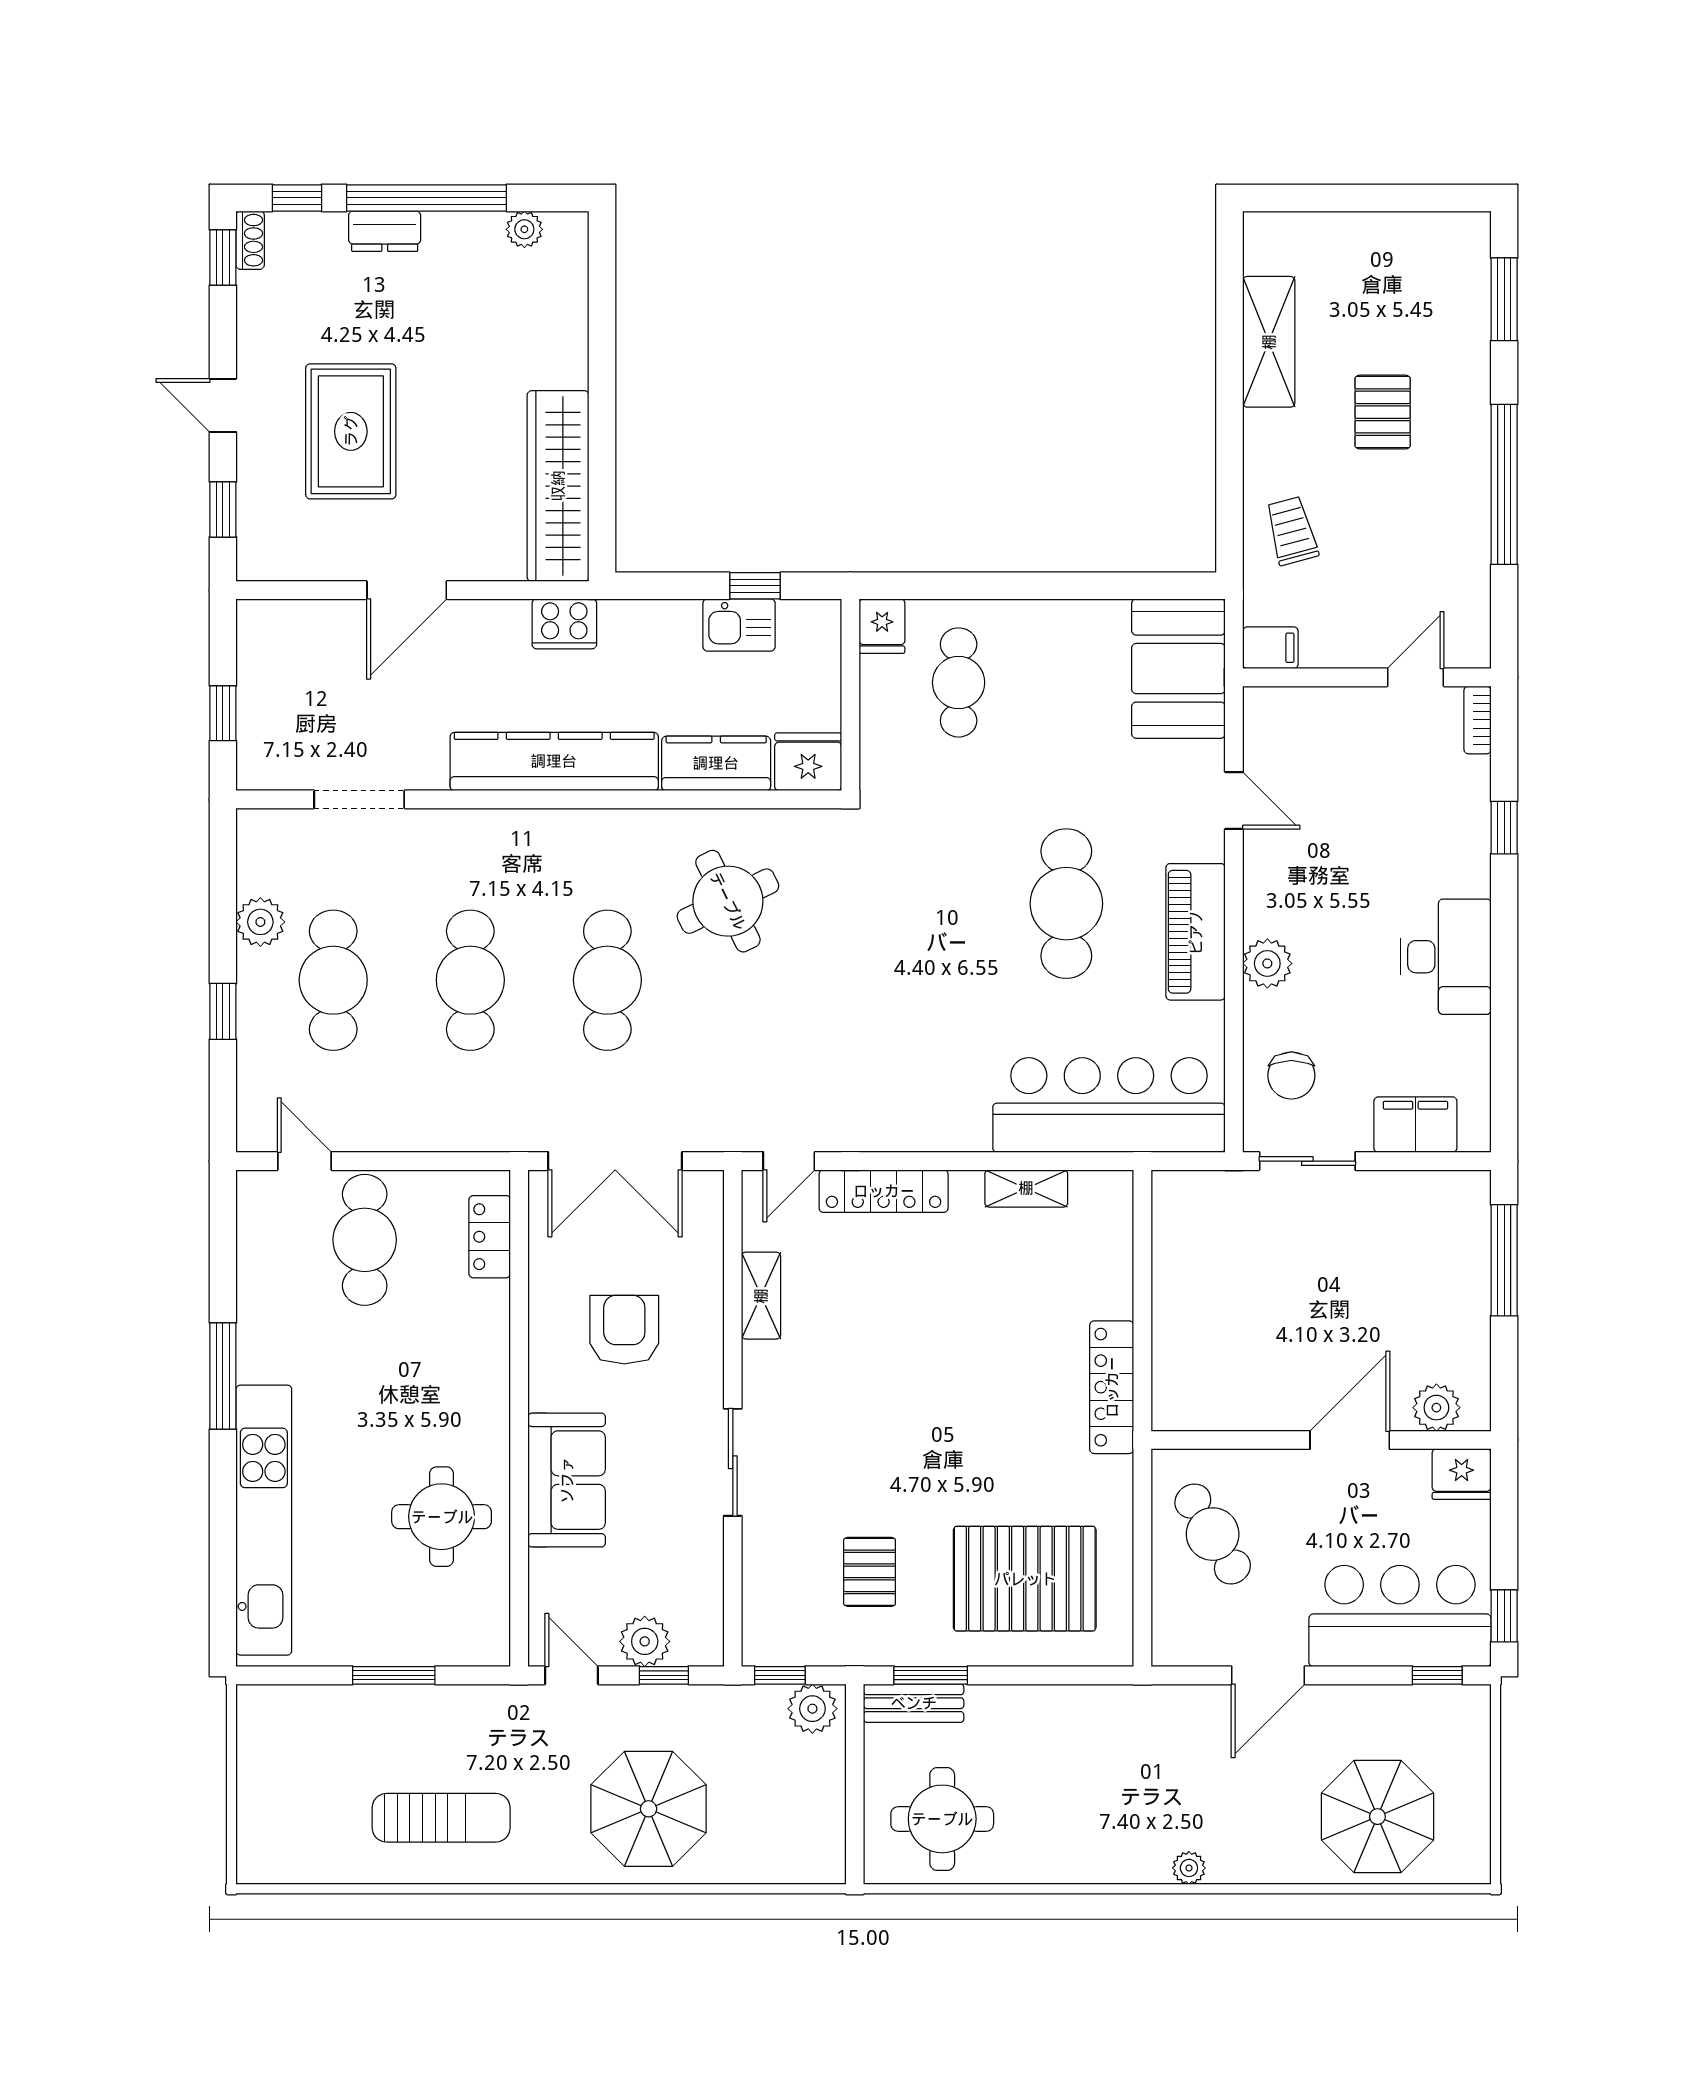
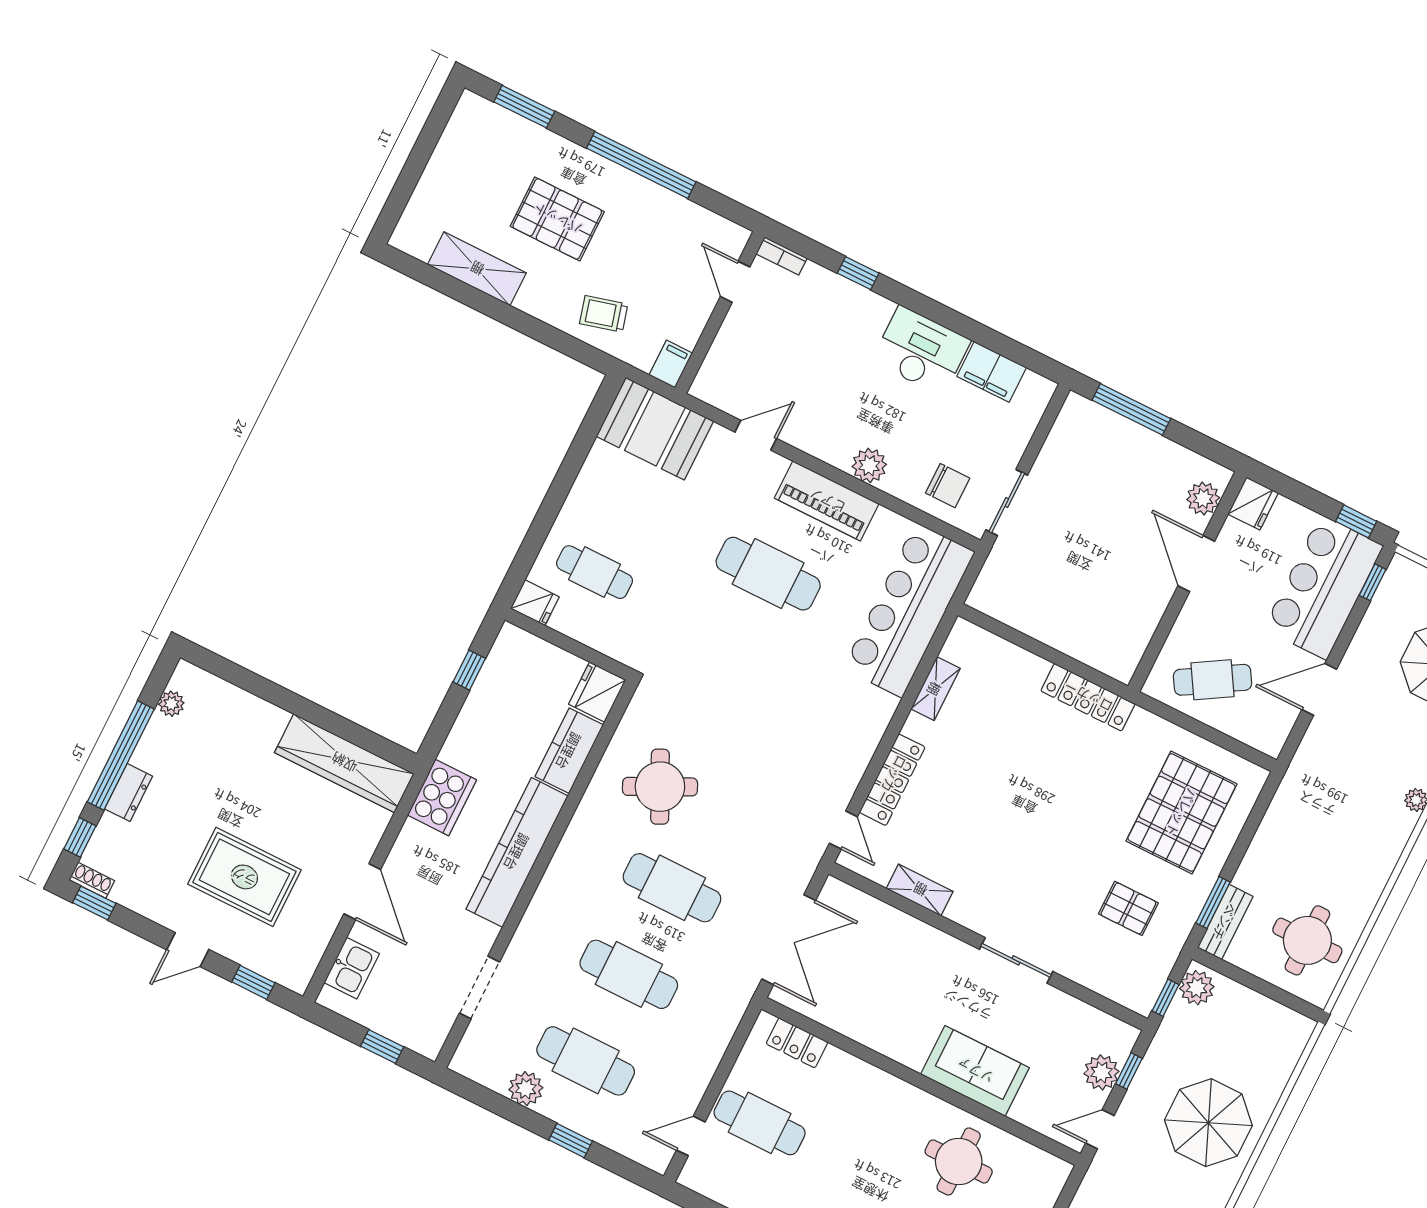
pallet: (1383, 412) -> (557, 219), width x1.50, depth x1.42
cooker: (564, 624) -> (442, 797), width x1.37, depth x1.31
kitchen sink: (739, 625) -> (352, 968), moved
filing cabinet: (1415, 1125) -> (992, 372), moved, turned -90
armchair: (624, 1330) -> (898, 987), removed
door: (1268, 1675) -> (1319, 689), swing flipped

